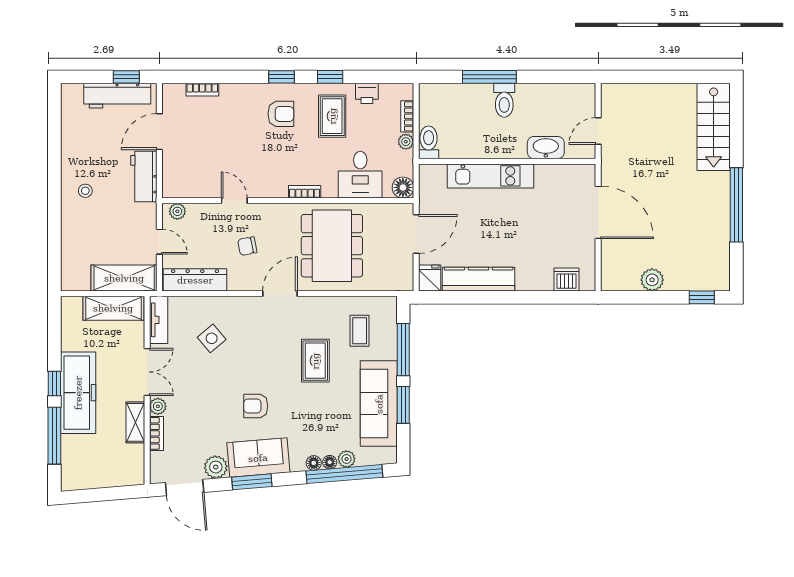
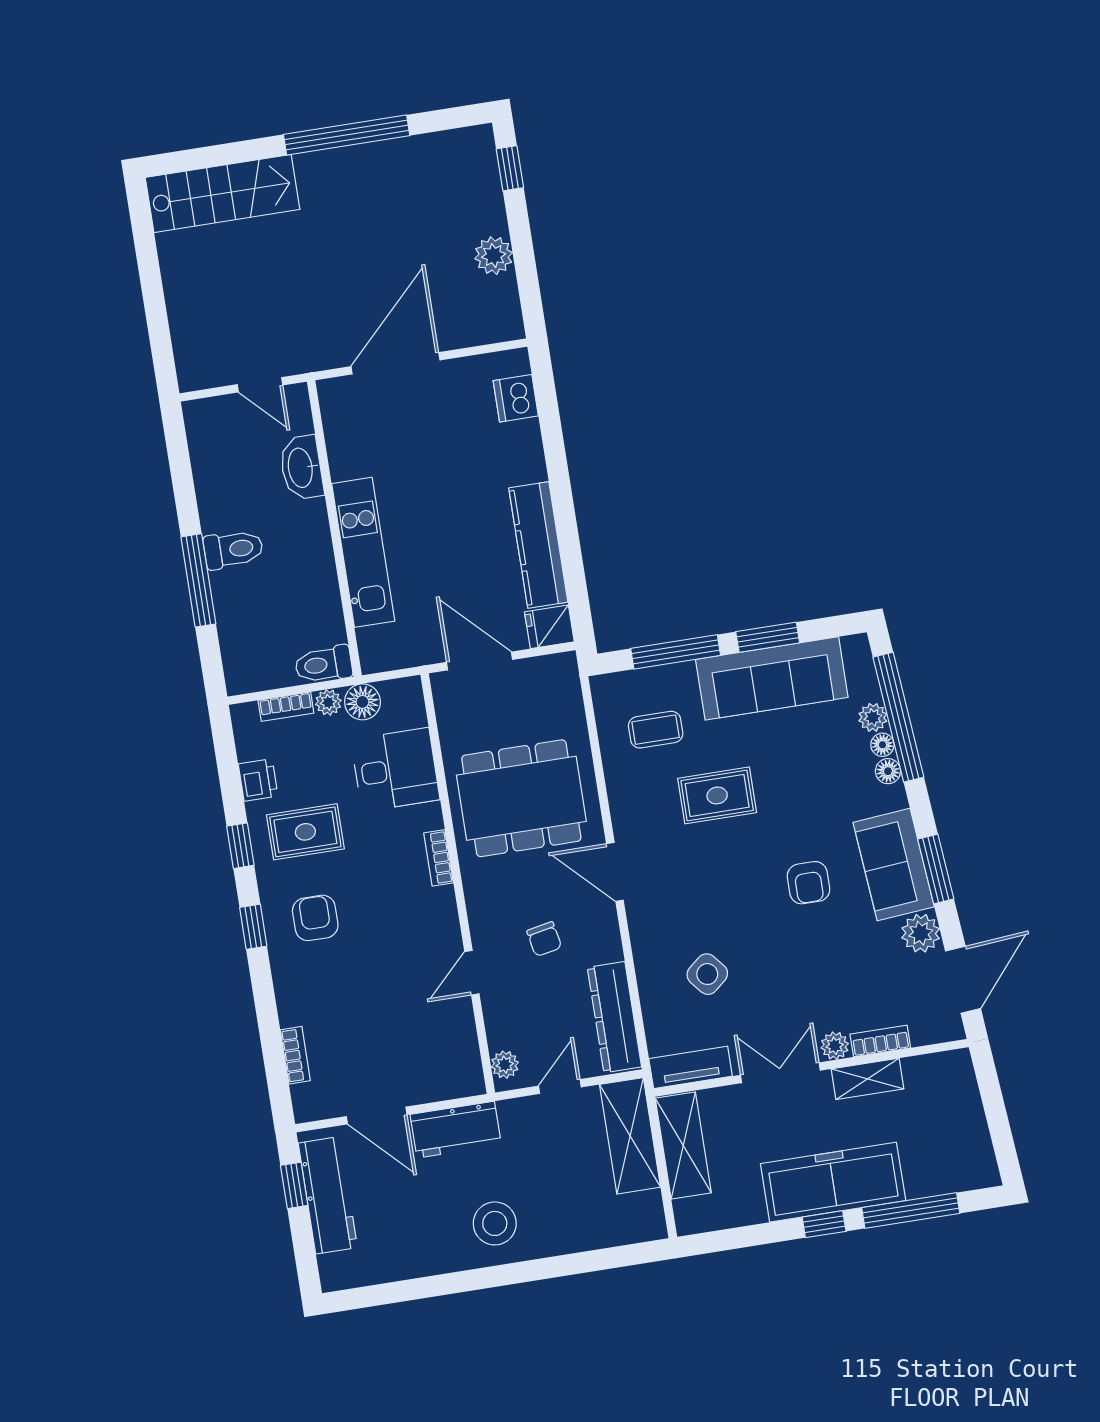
floor lamp: (403, 187) -> (362, 702), moved
stool: (85, 191) -> (495, 1223), width x1.89, depth x1.89

